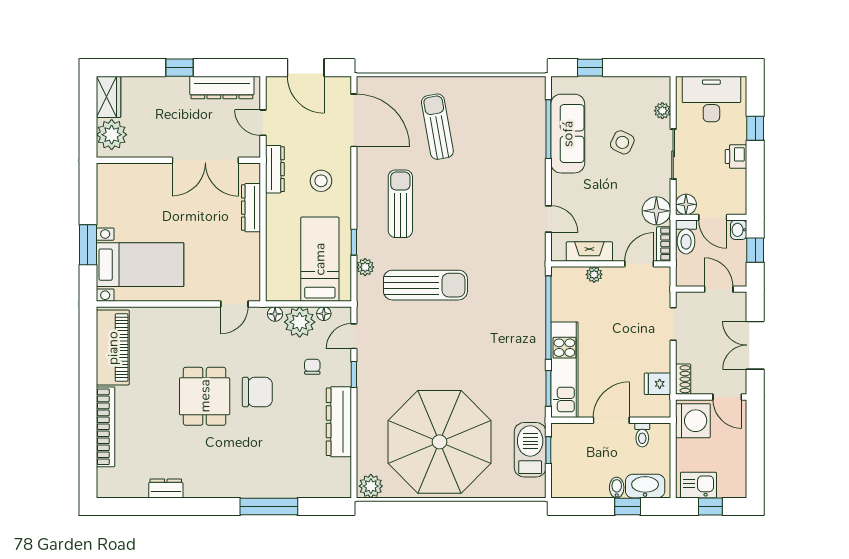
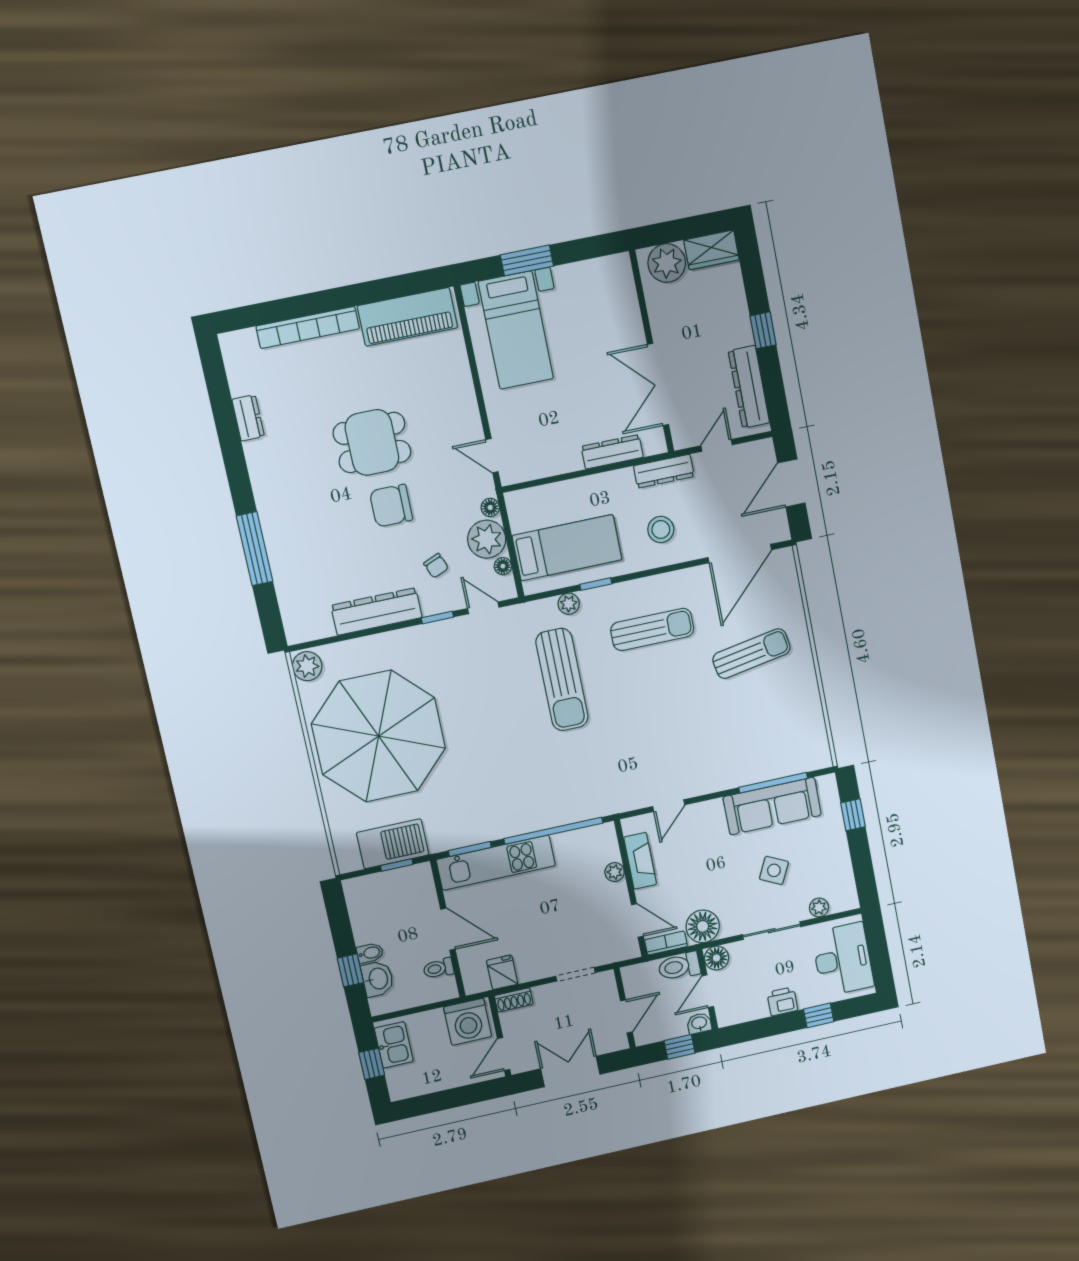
chair: (312, 367) -> (436, 566), turned 68
chair: (257, 392) -> (391, 506), turned 90
washbasin: (645, 486) -> (378, 979), width x0.72

